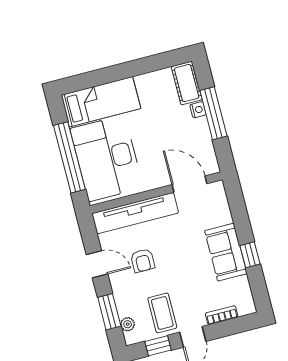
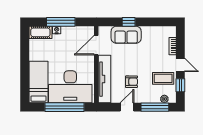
sofa: (226, 252) -> (126, 35), moved
window: (250, 255) -> (129, 22), moved
window: (109, 312) -> (155, 107), width x1.44

